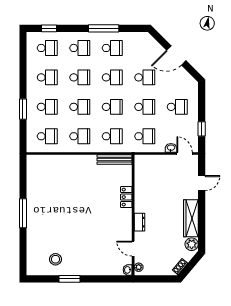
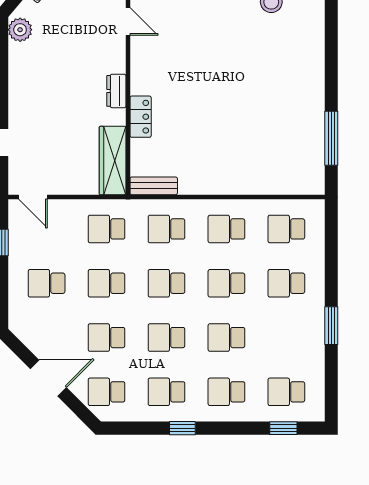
window: (104, 28) -> (182, 428), width x0.46
school desk: (47, 77) -> (107, 392), moved
window: (23, 109) -> (331, 326), moved
washbasin: (171, 148) -> (58, 207), removed
bench: (115, 160) -> (154, 186), width x0.73
window: (23, 213) -> (331, 138), moved
wardrobe: (191, 218) -> (113, 161), moved, turned 180
dresser: (139, 222) -> (116, 91), moved

